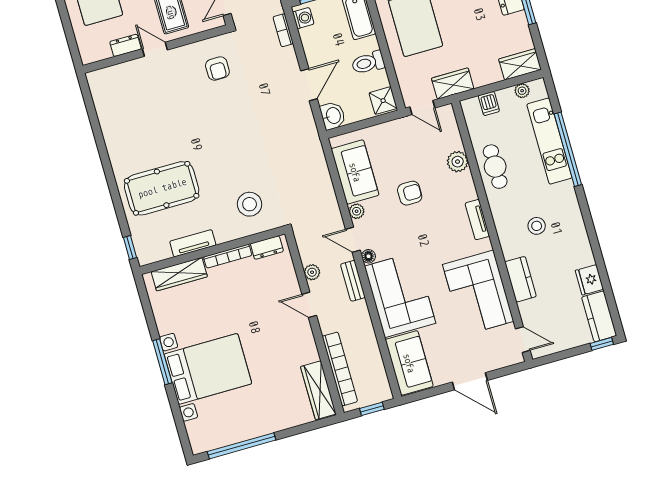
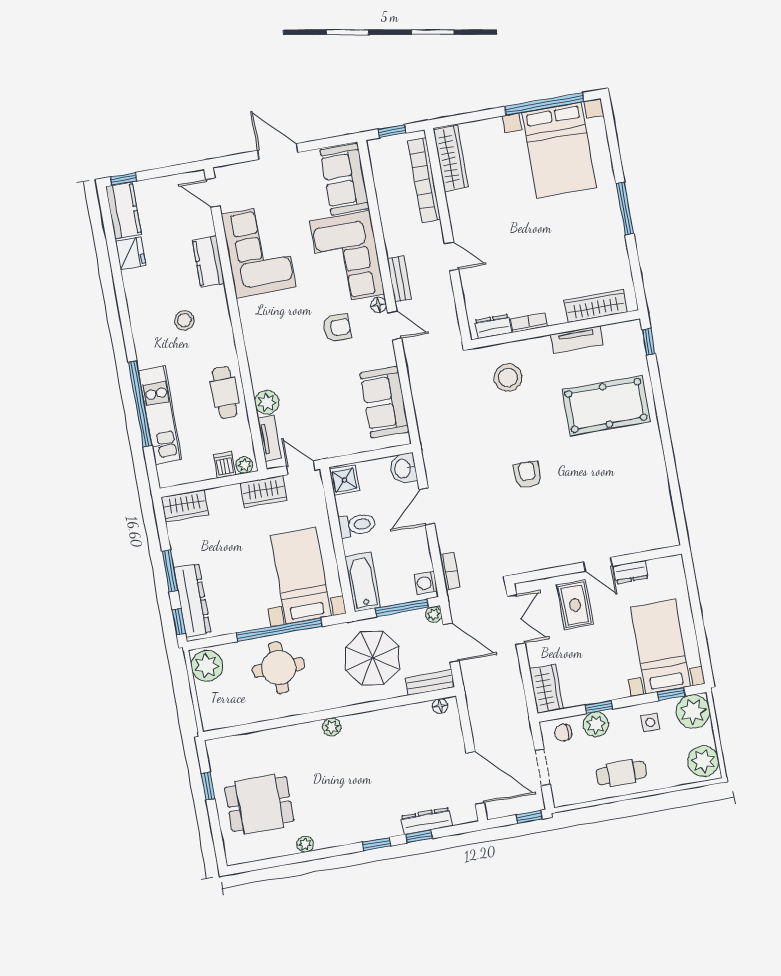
armchair: (217, 69) -> (528, 475), moved
plant: (522, 91) -> (244, 465), moved
armchair: (410, 193) -> (337, 328), moved, turned 180
plant: (357, 211) -> (387, 357), removed
tv unit: (477, 220) -> (269, 438), moved
bookcase: (228, 256) -> (529, 323), width x0.64
plant: (312, 272) -> (445, 293), removed
bed with nightstands: (208, 369) -> (559, 150), moved, turned -90

